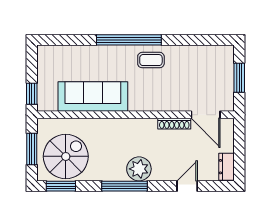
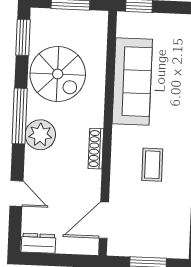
coffee table: (151, 60) -> (152, 165), moved
shoe rack: (174, 124) -> (96, 149), moved
spiral stairs: (66, 156) -> (58, 74), moved

